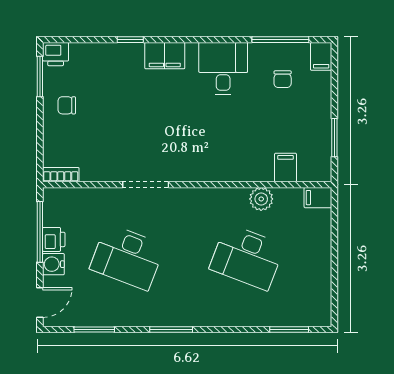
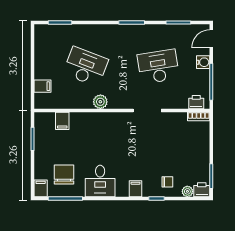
plant: (79, 51) -> (187, 191), added
filing cabinet: (165, 56) -> (136, 189), width x0.50
chair: (283, 79) -> (64, 174), width x1.87, depth x1.87
chair: (67, 105) -> (167, 182), moved
filing cabinet: (318, 198) -> (43, 86), moved
plant: (261, 199) -> (100, 102), moved
printer: (54, 239) -> (196, 102), moved, turned 90
desk: (127, 257) -> (158, 67), turned -30

